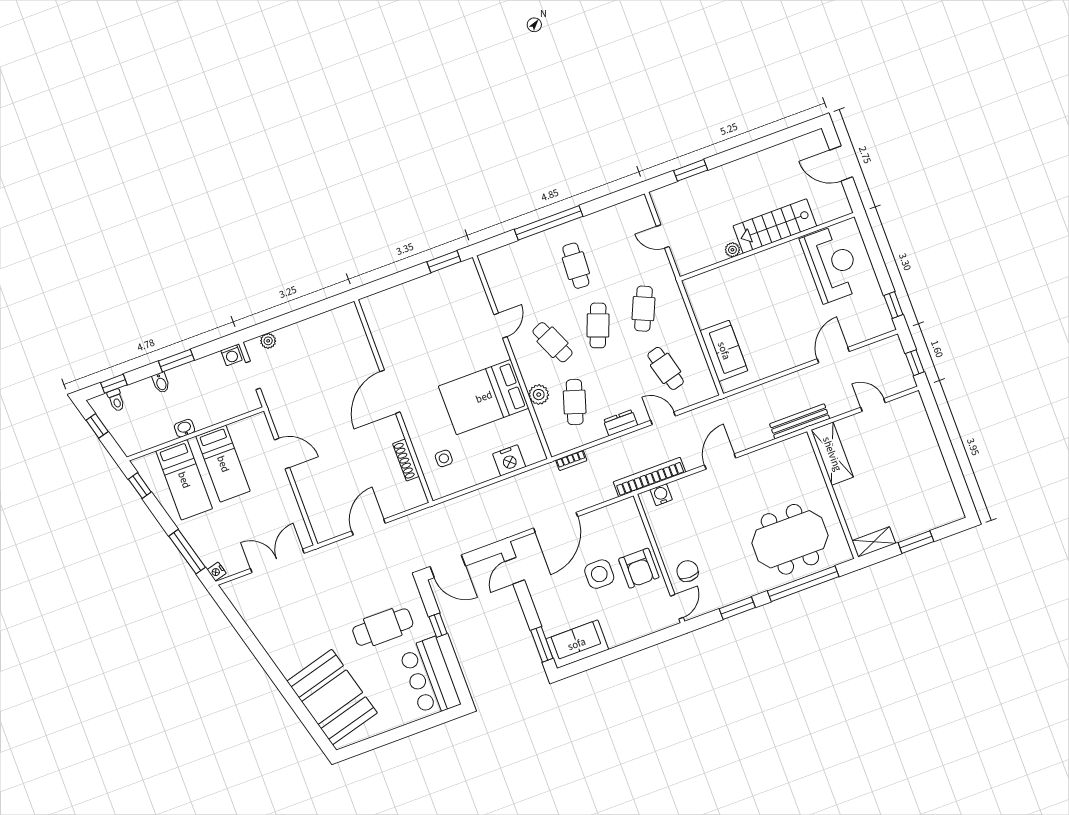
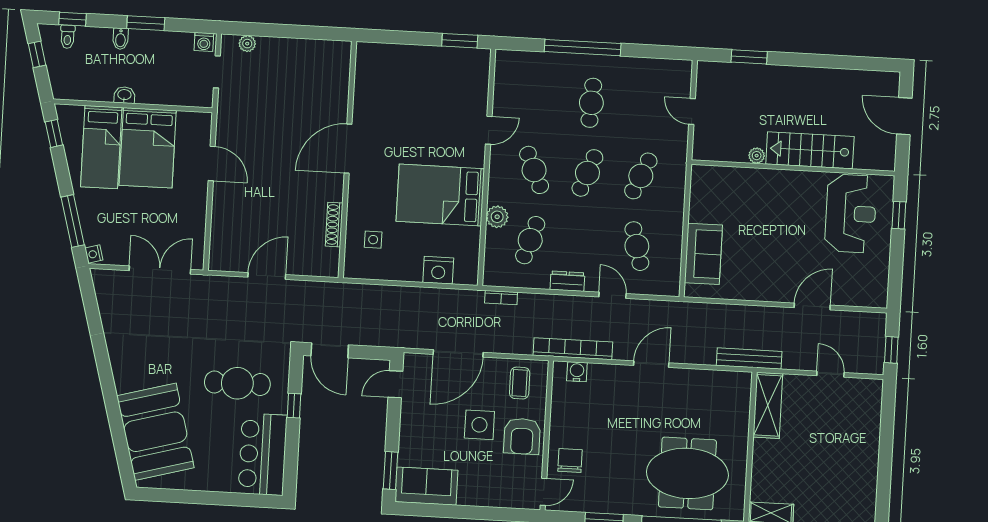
window: (893, 305) -> (899, 215), moved
bed: (223, 464) -> (148, 148), width x1.50
coffee table: (618, 525) -> (520, 383), added

